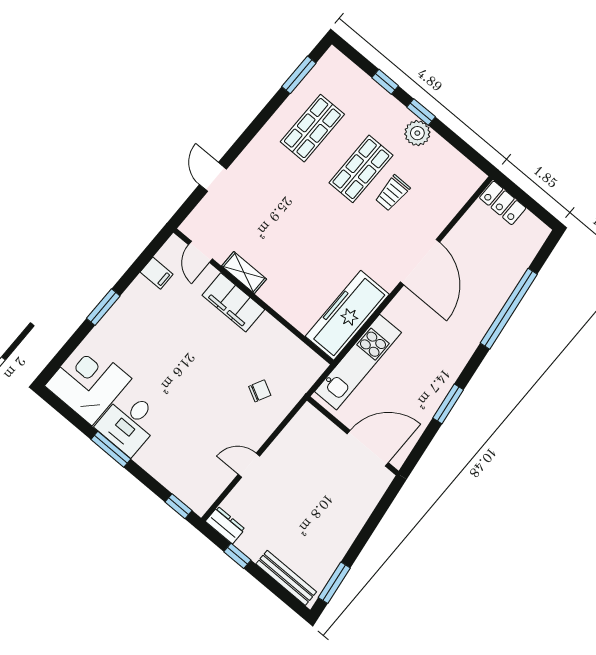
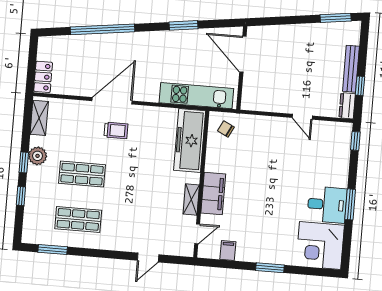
shelving: (459, 165) -> (39, 118), added
trolley: (392, 193) -> (116, 130), moved
freezer: (347, 315) -> (190, 140), moved, turned 90
chair: (260, 391) -> (226, 129), moved
bench: (286, 578) -> (351, 69), moved

